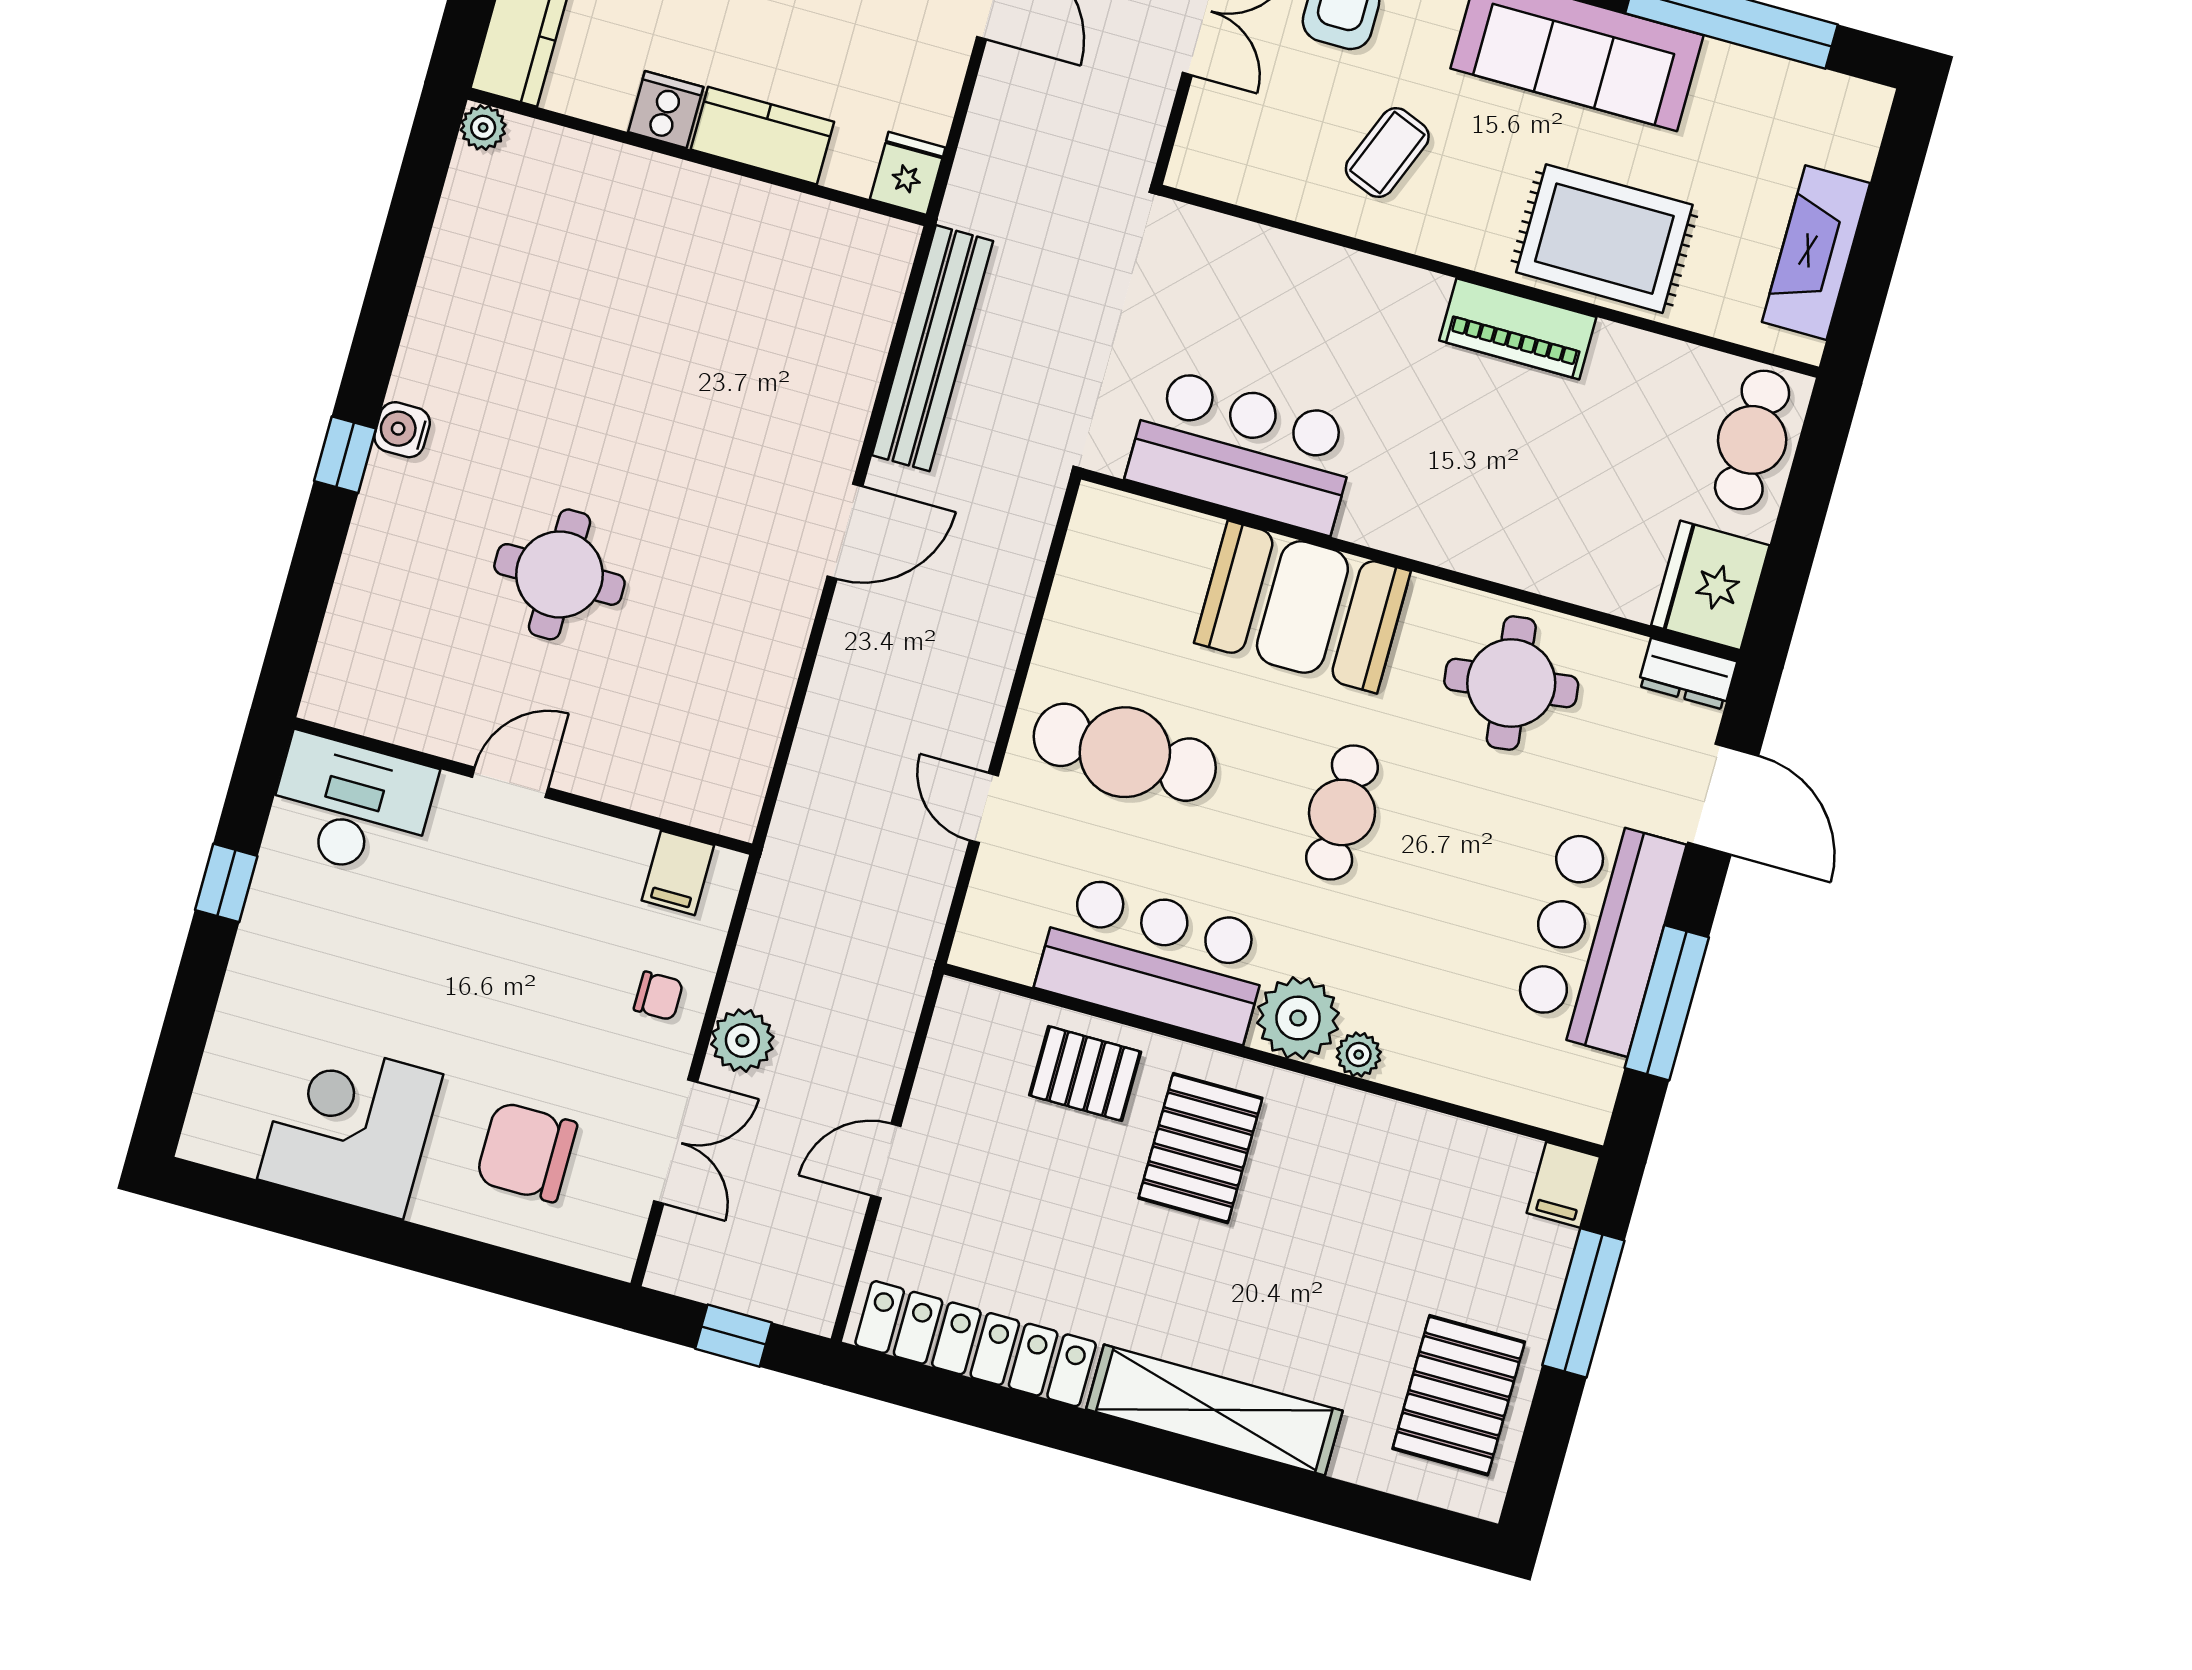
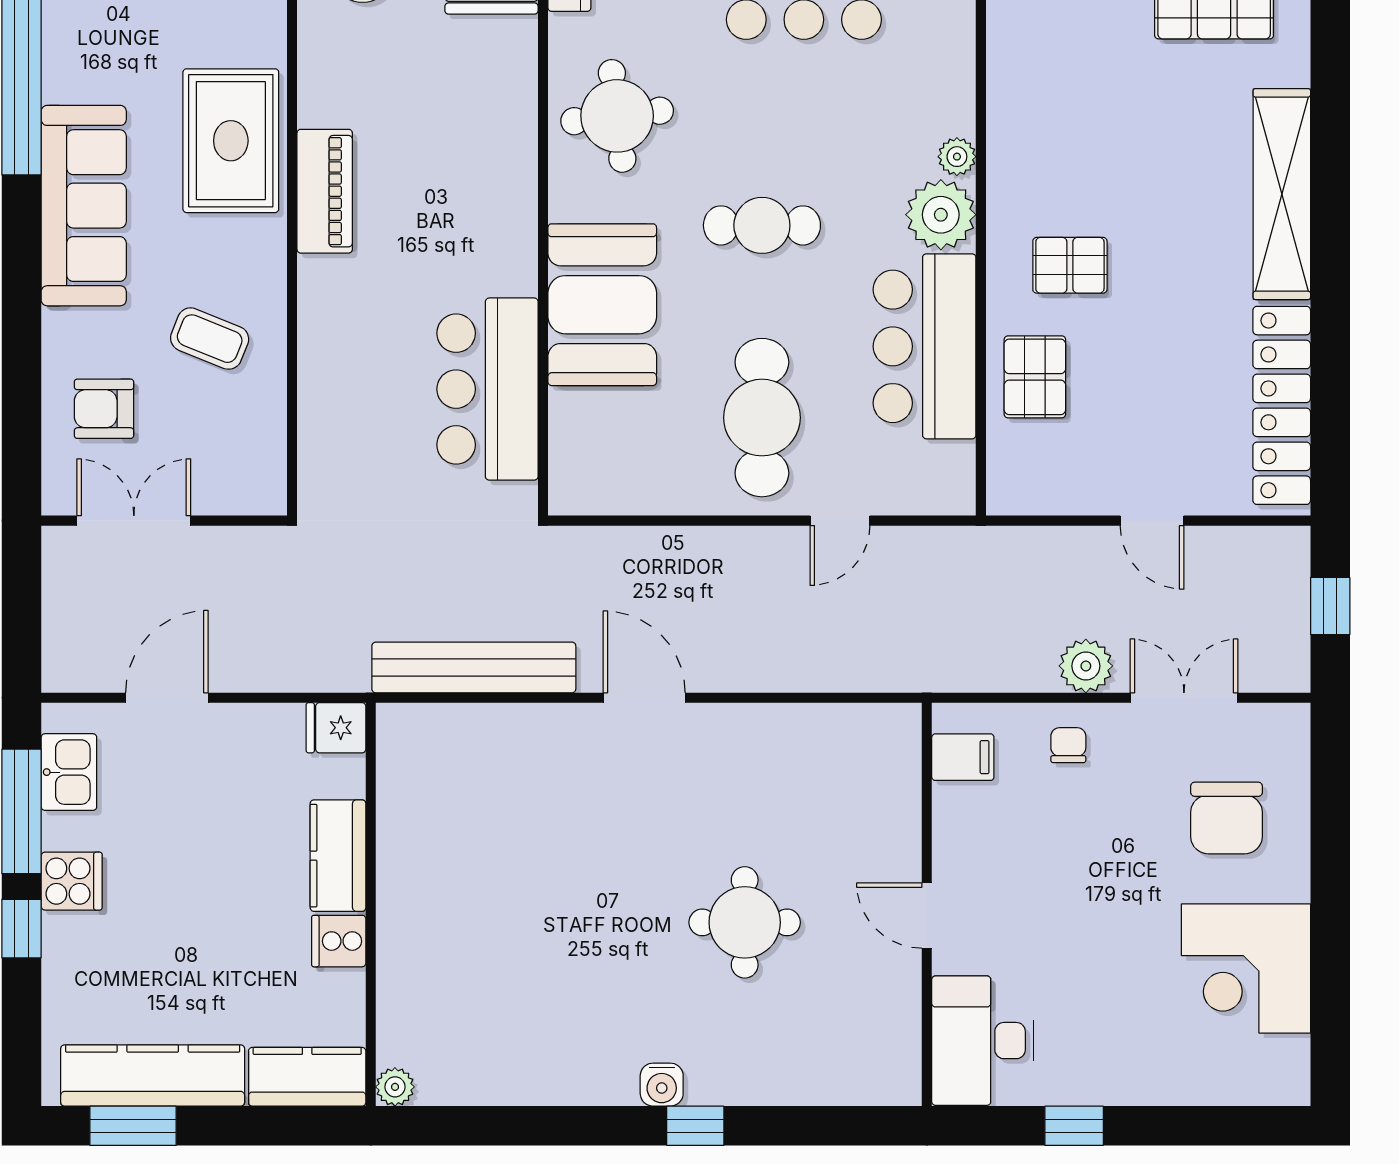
pallet: (1200, 1148) -> (1070, 265), width x0.67, depth x0.71

